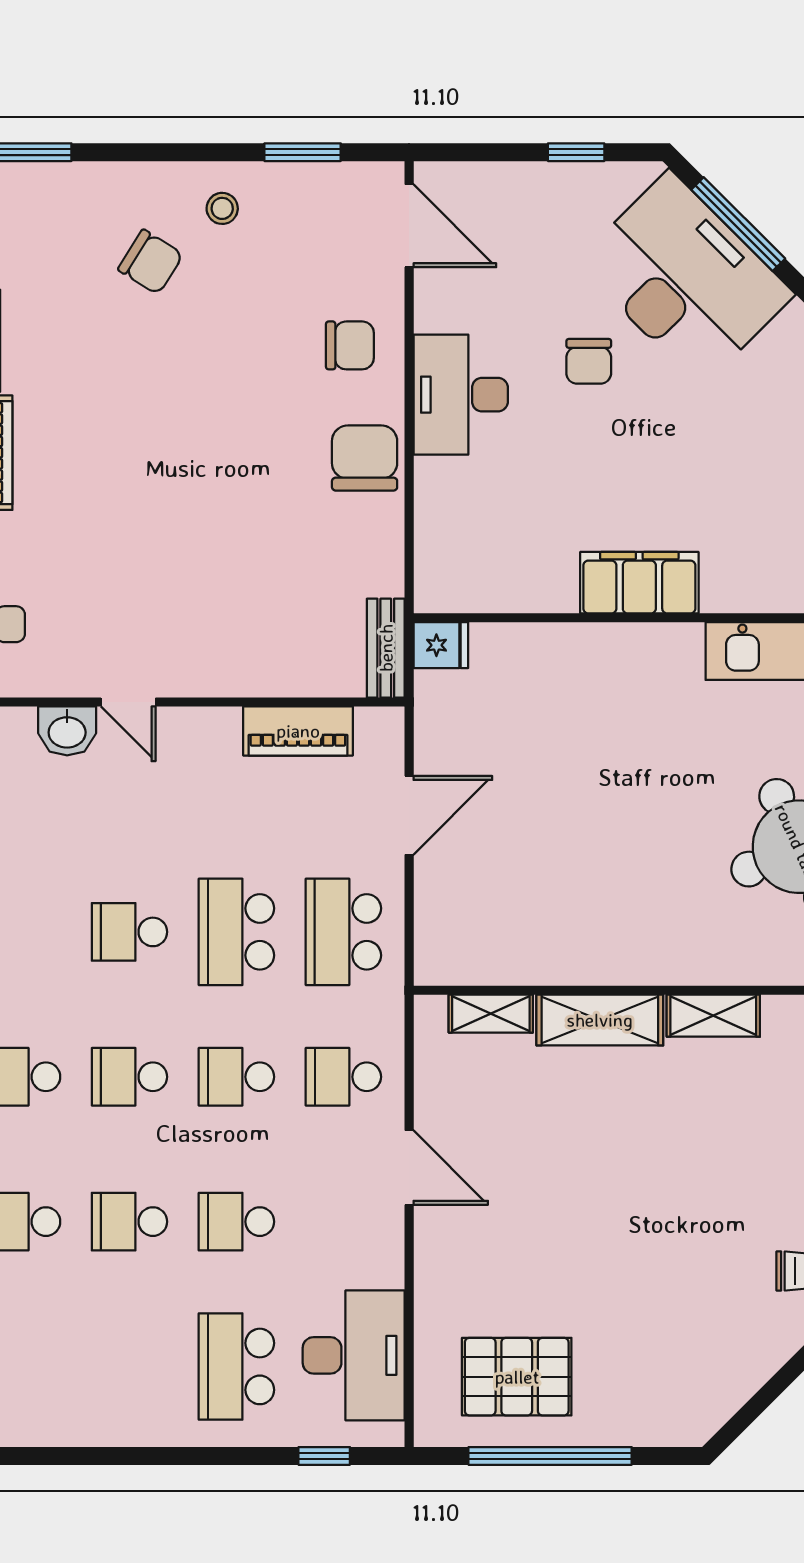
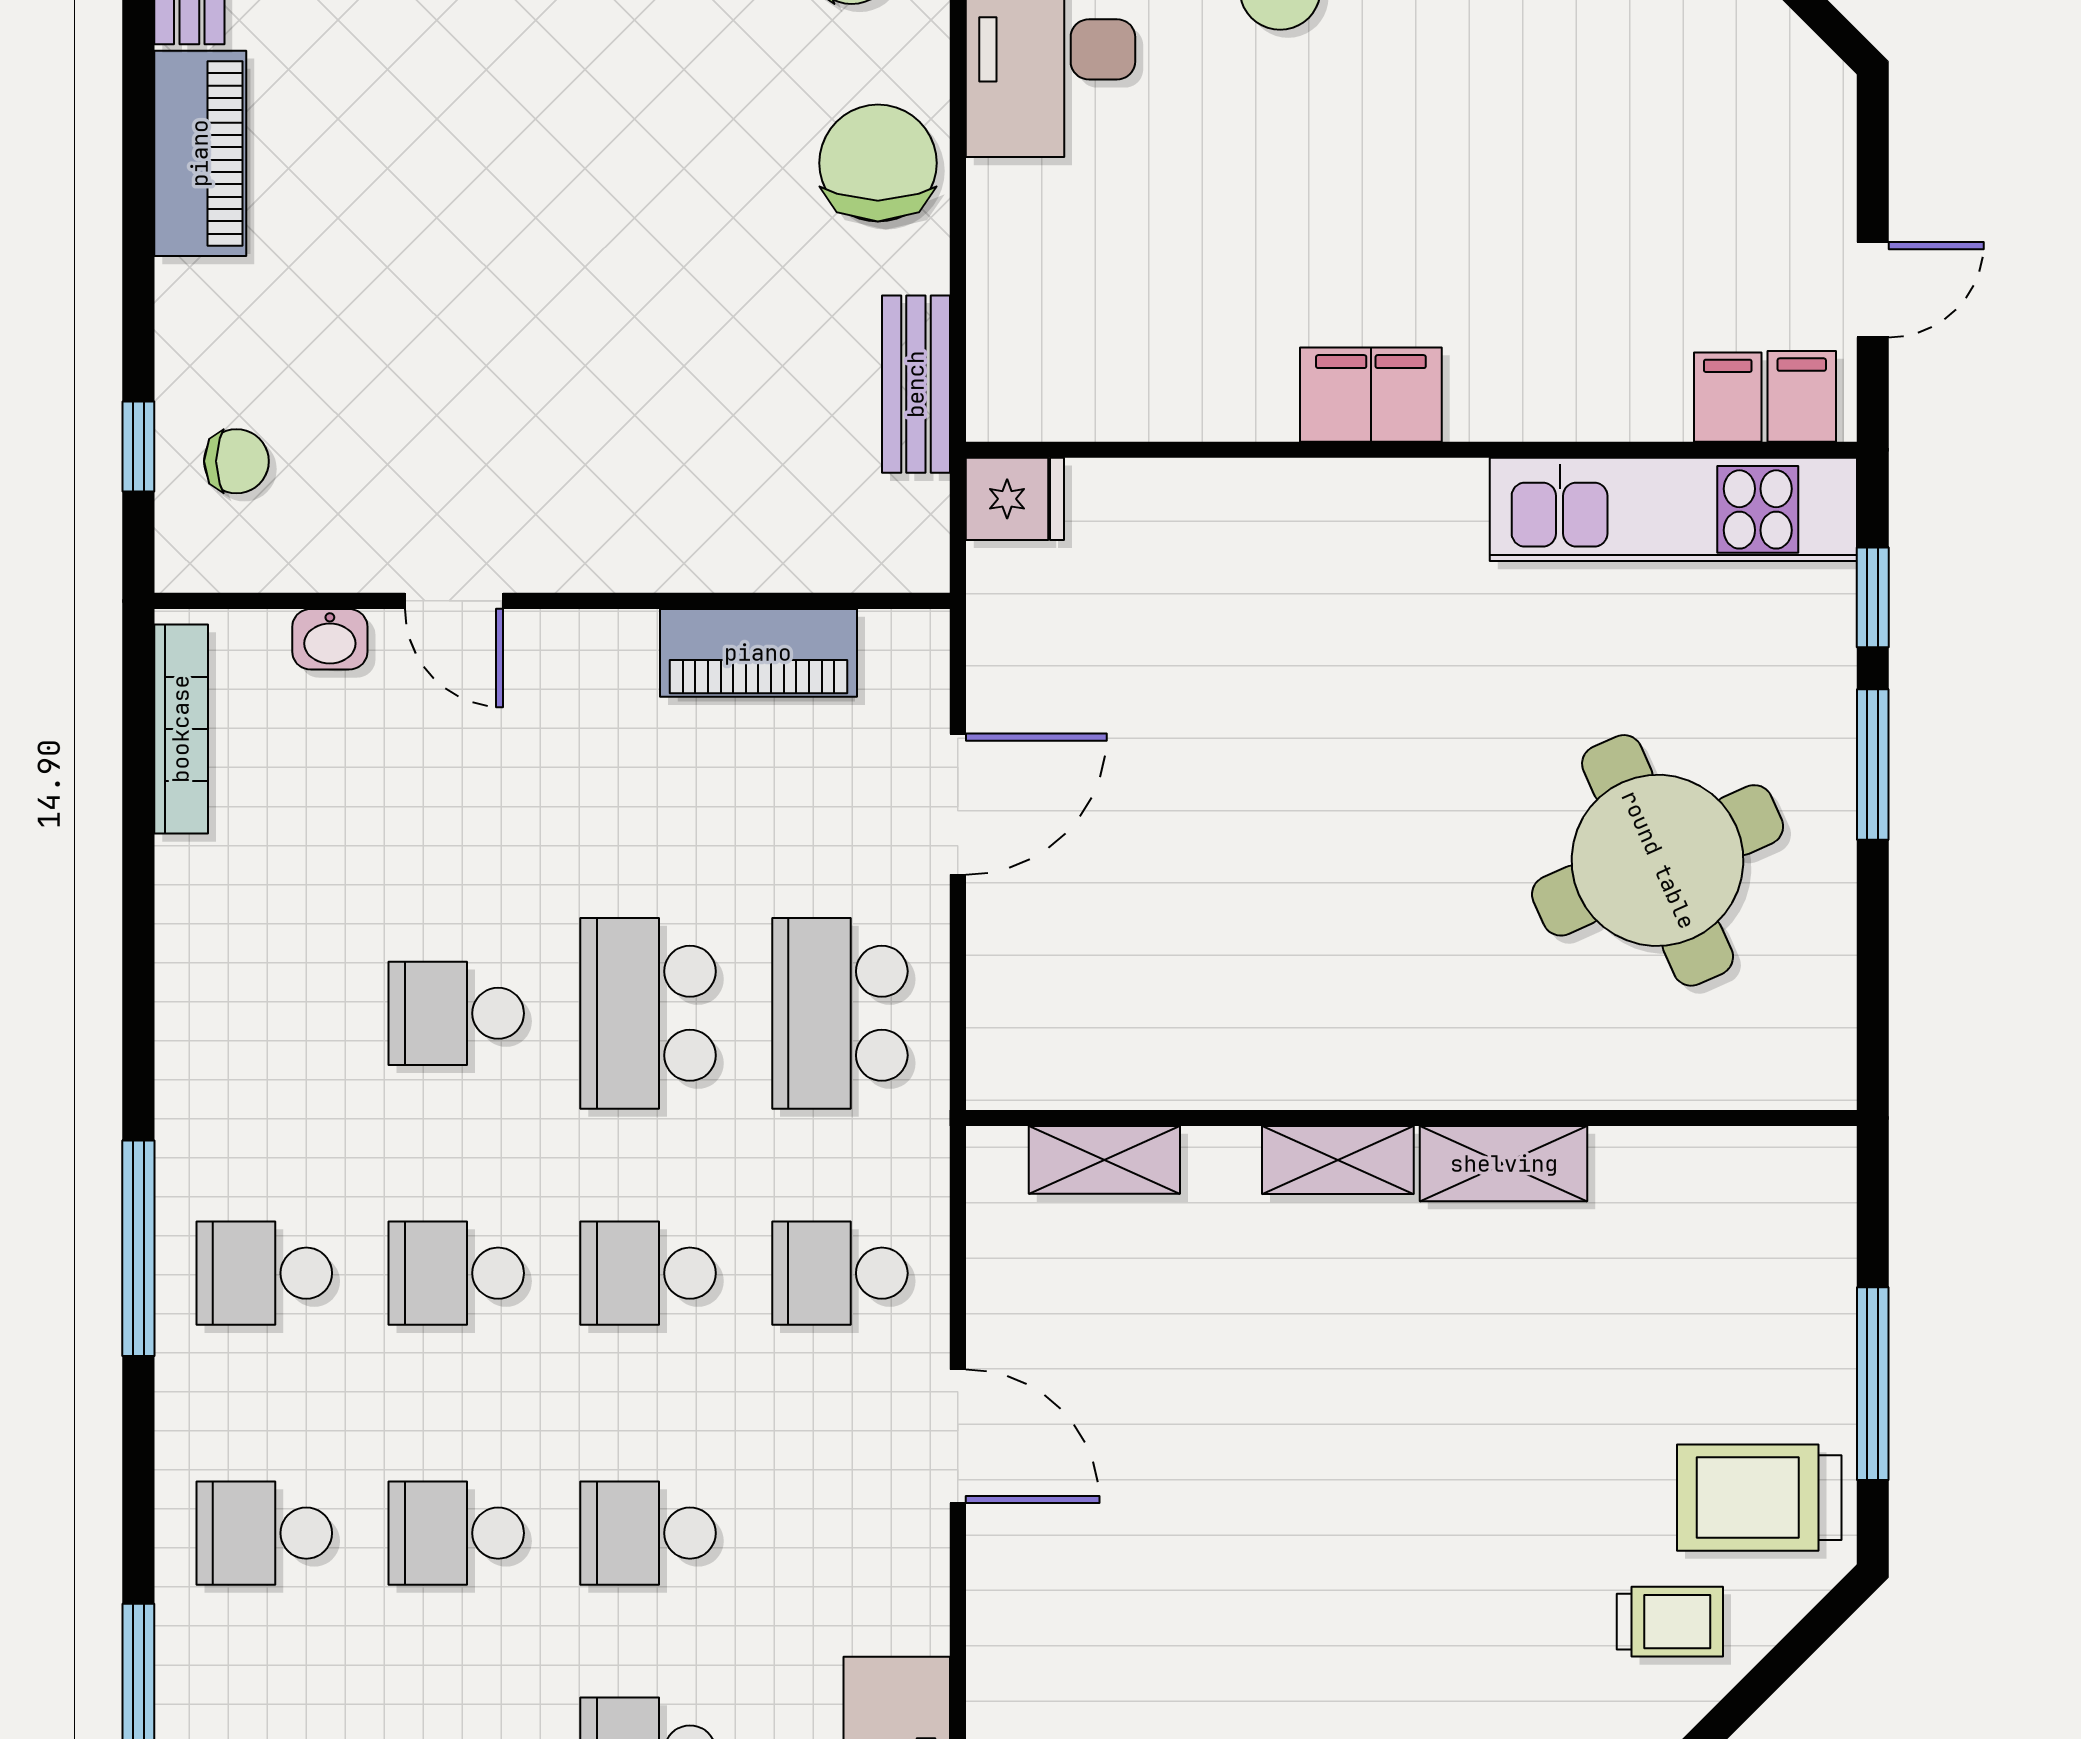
filing cabinet: (639, 583) -> (1371, 395), width x0.67, depth x0.86
bench: (386, 648) -> (916, 384), moved
washbasin: (67, 731) -> (330, 639), width x0.72, depth x0.69
shelving: (600, 1020) -> (1338, 1160), width x0.67, depth x0.75

